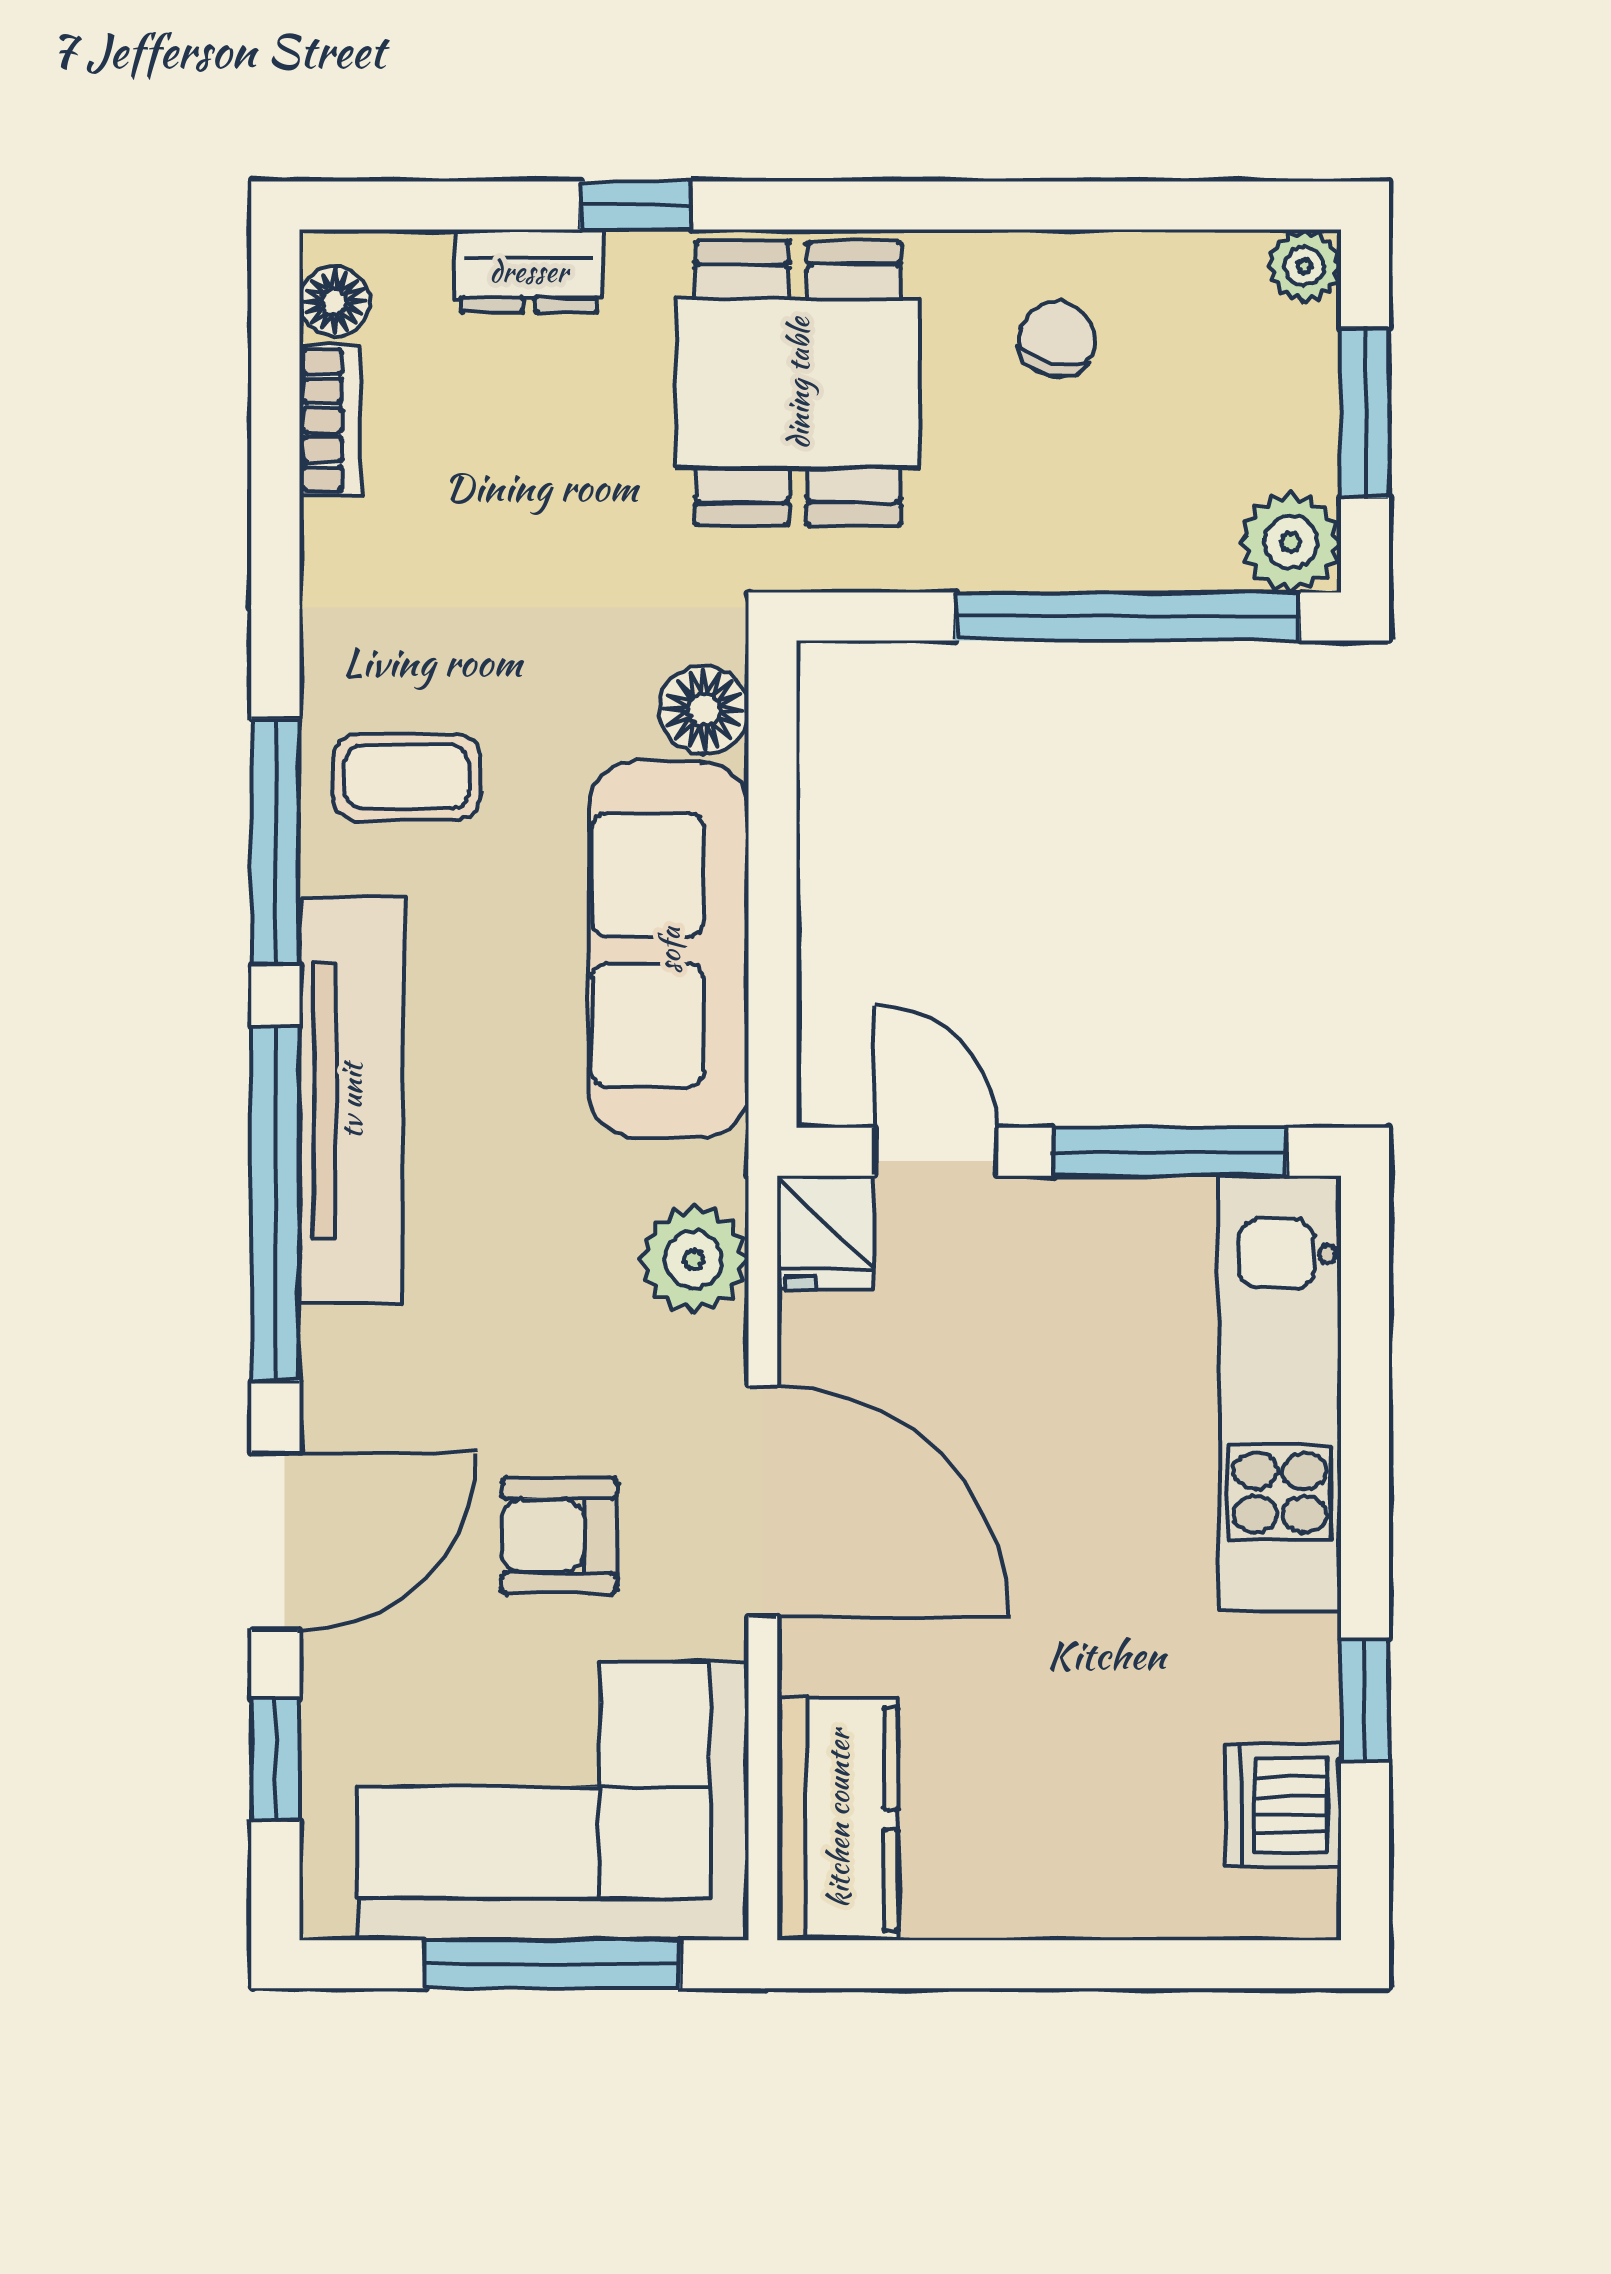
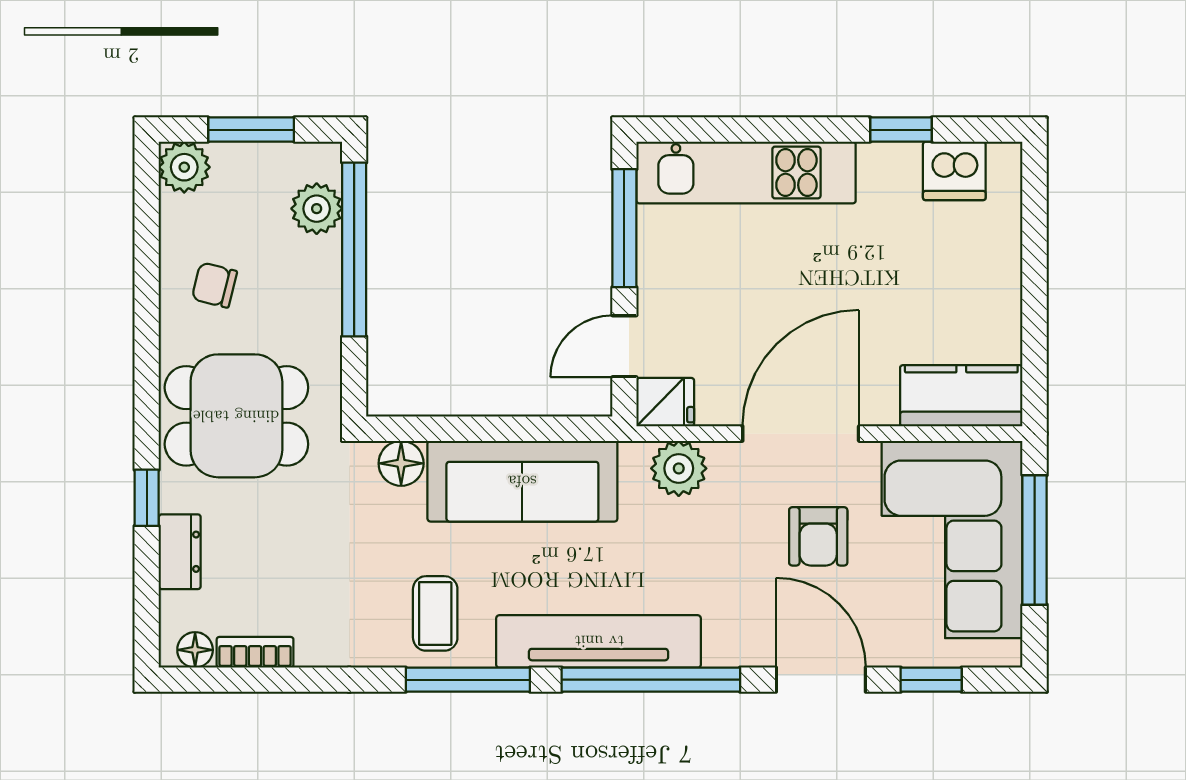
plant: (1304, 266) -> (184, 167), width x1.38, depth x1.38
plant: (1291, 542) -> (317, 209), moved

